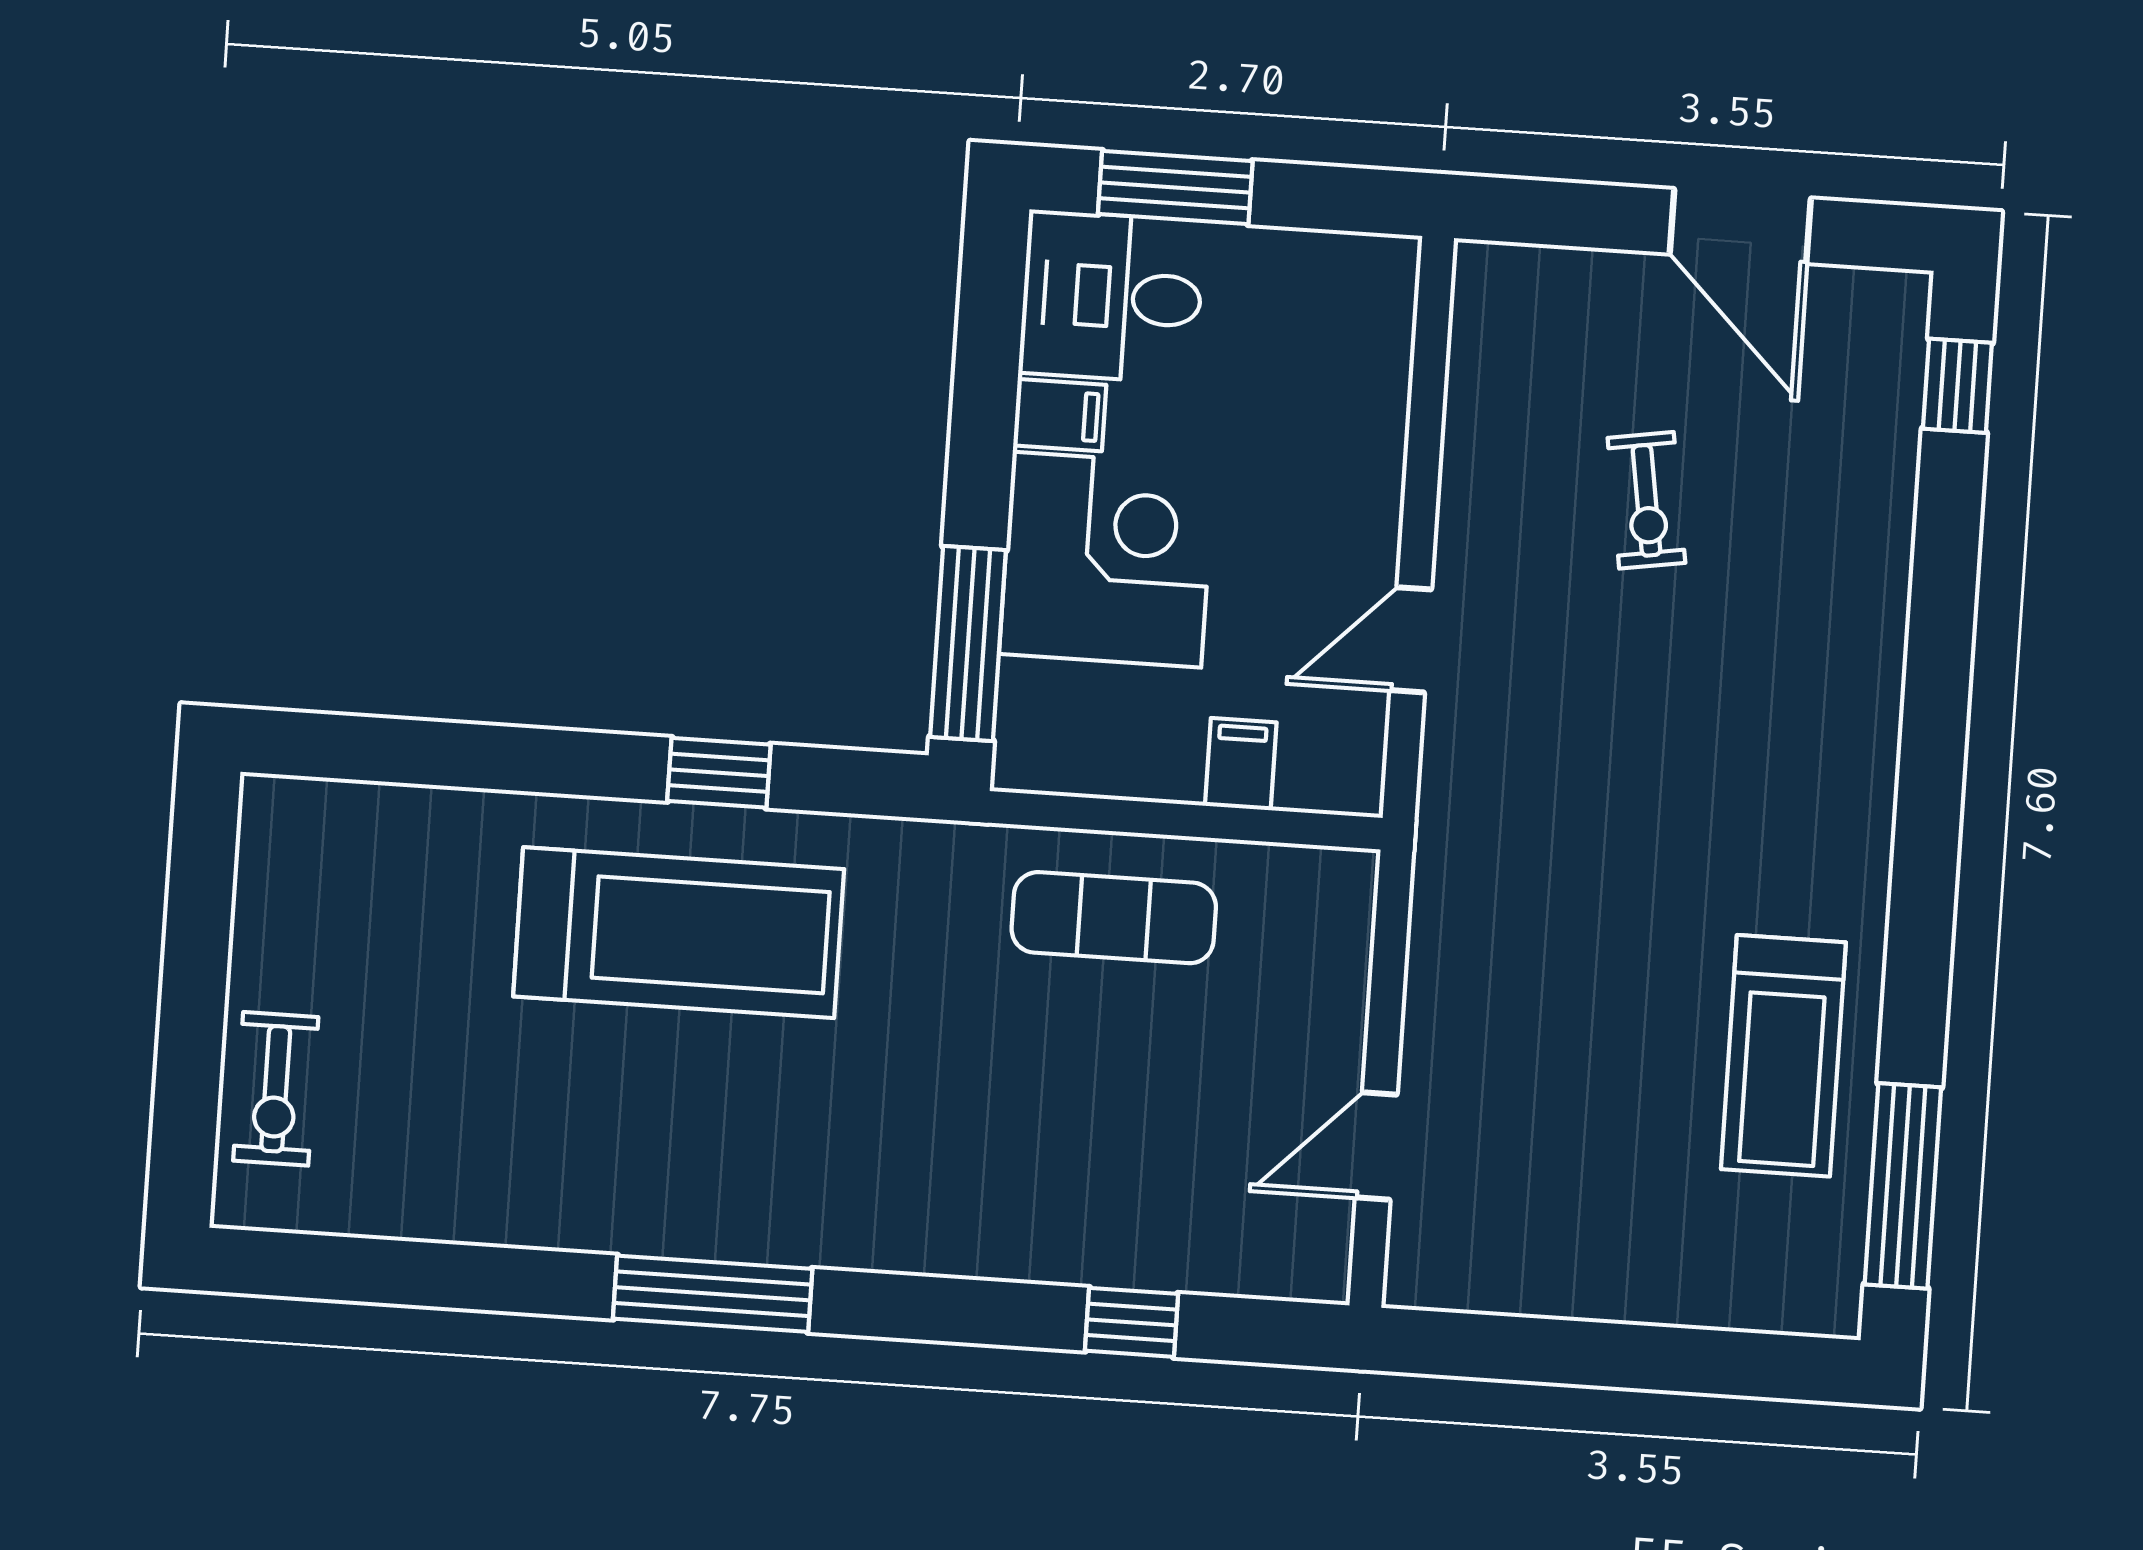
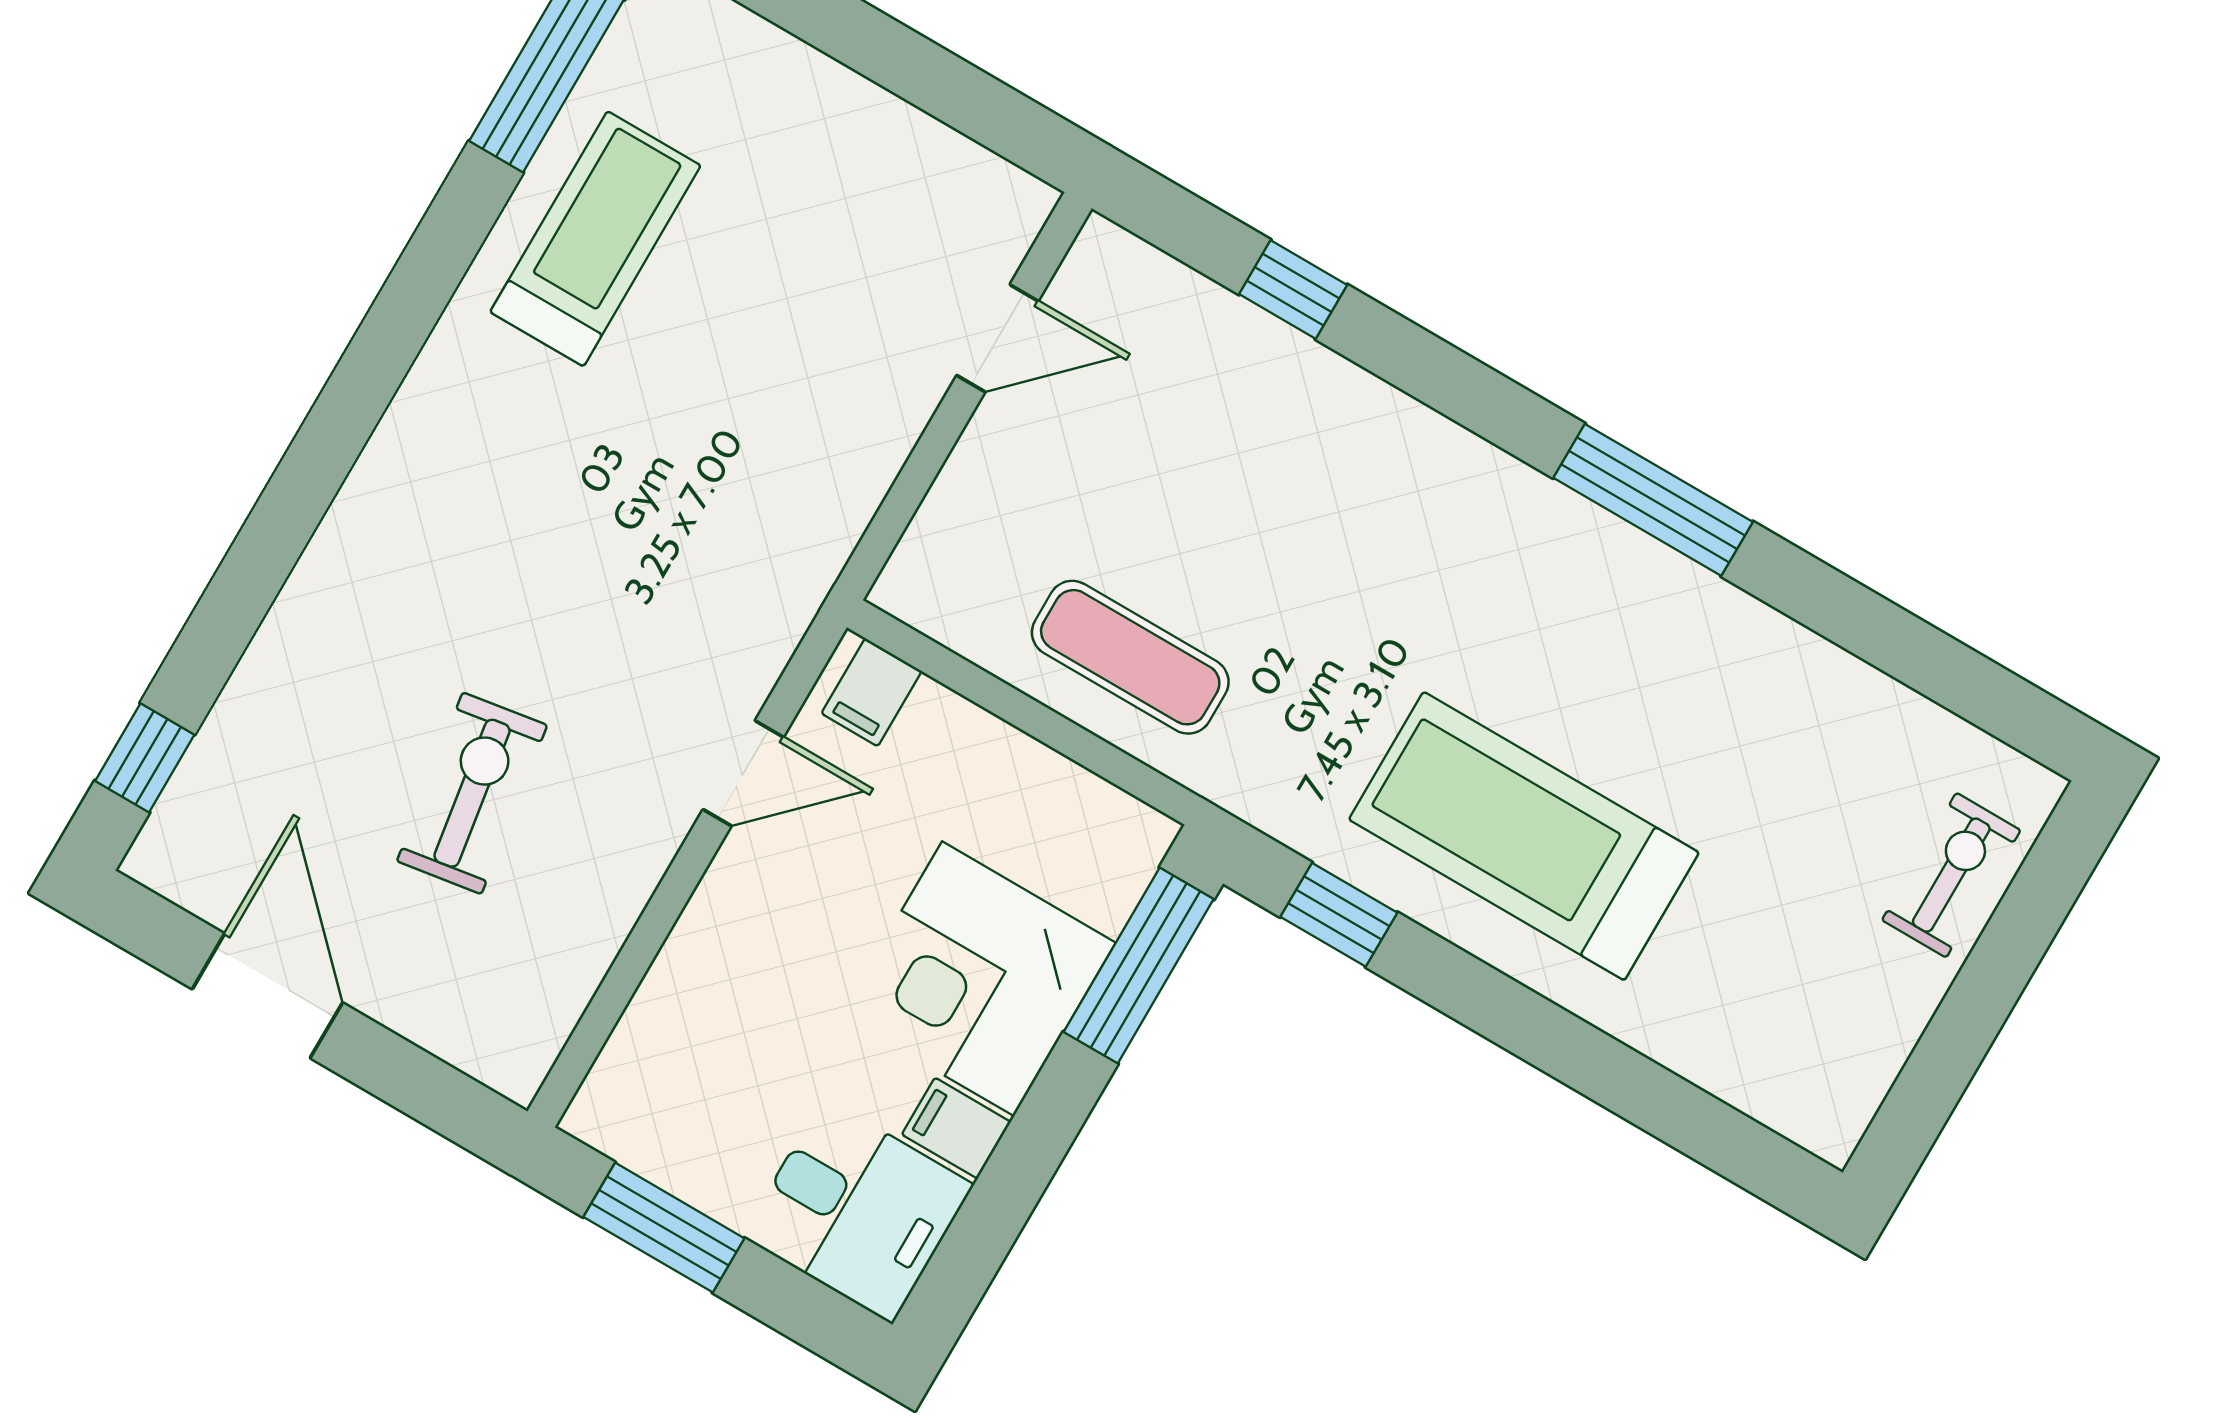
window: (1175, 187) -> (664, 1228), moved
exercise bike: (1646, 500) -> (472, 793), width x1.38, depth x1.39
filing cabinet: (1241, 764) -> (872, 692), moved
window: (719, 773) -> (1339, 915), moved

